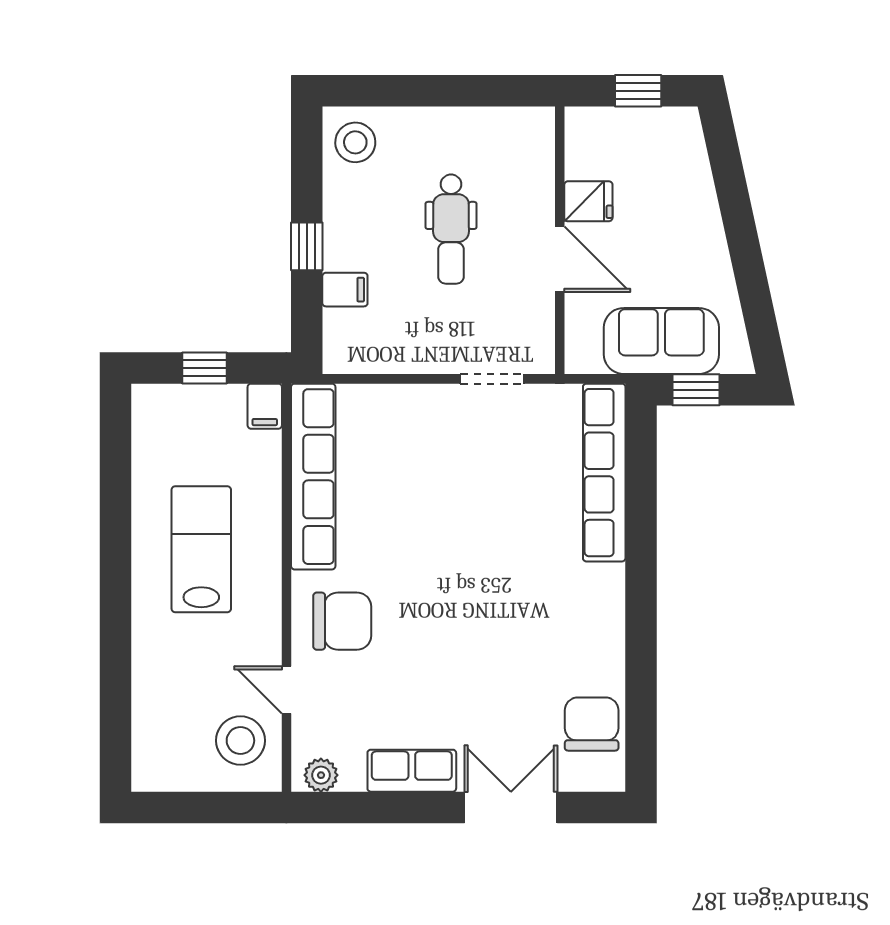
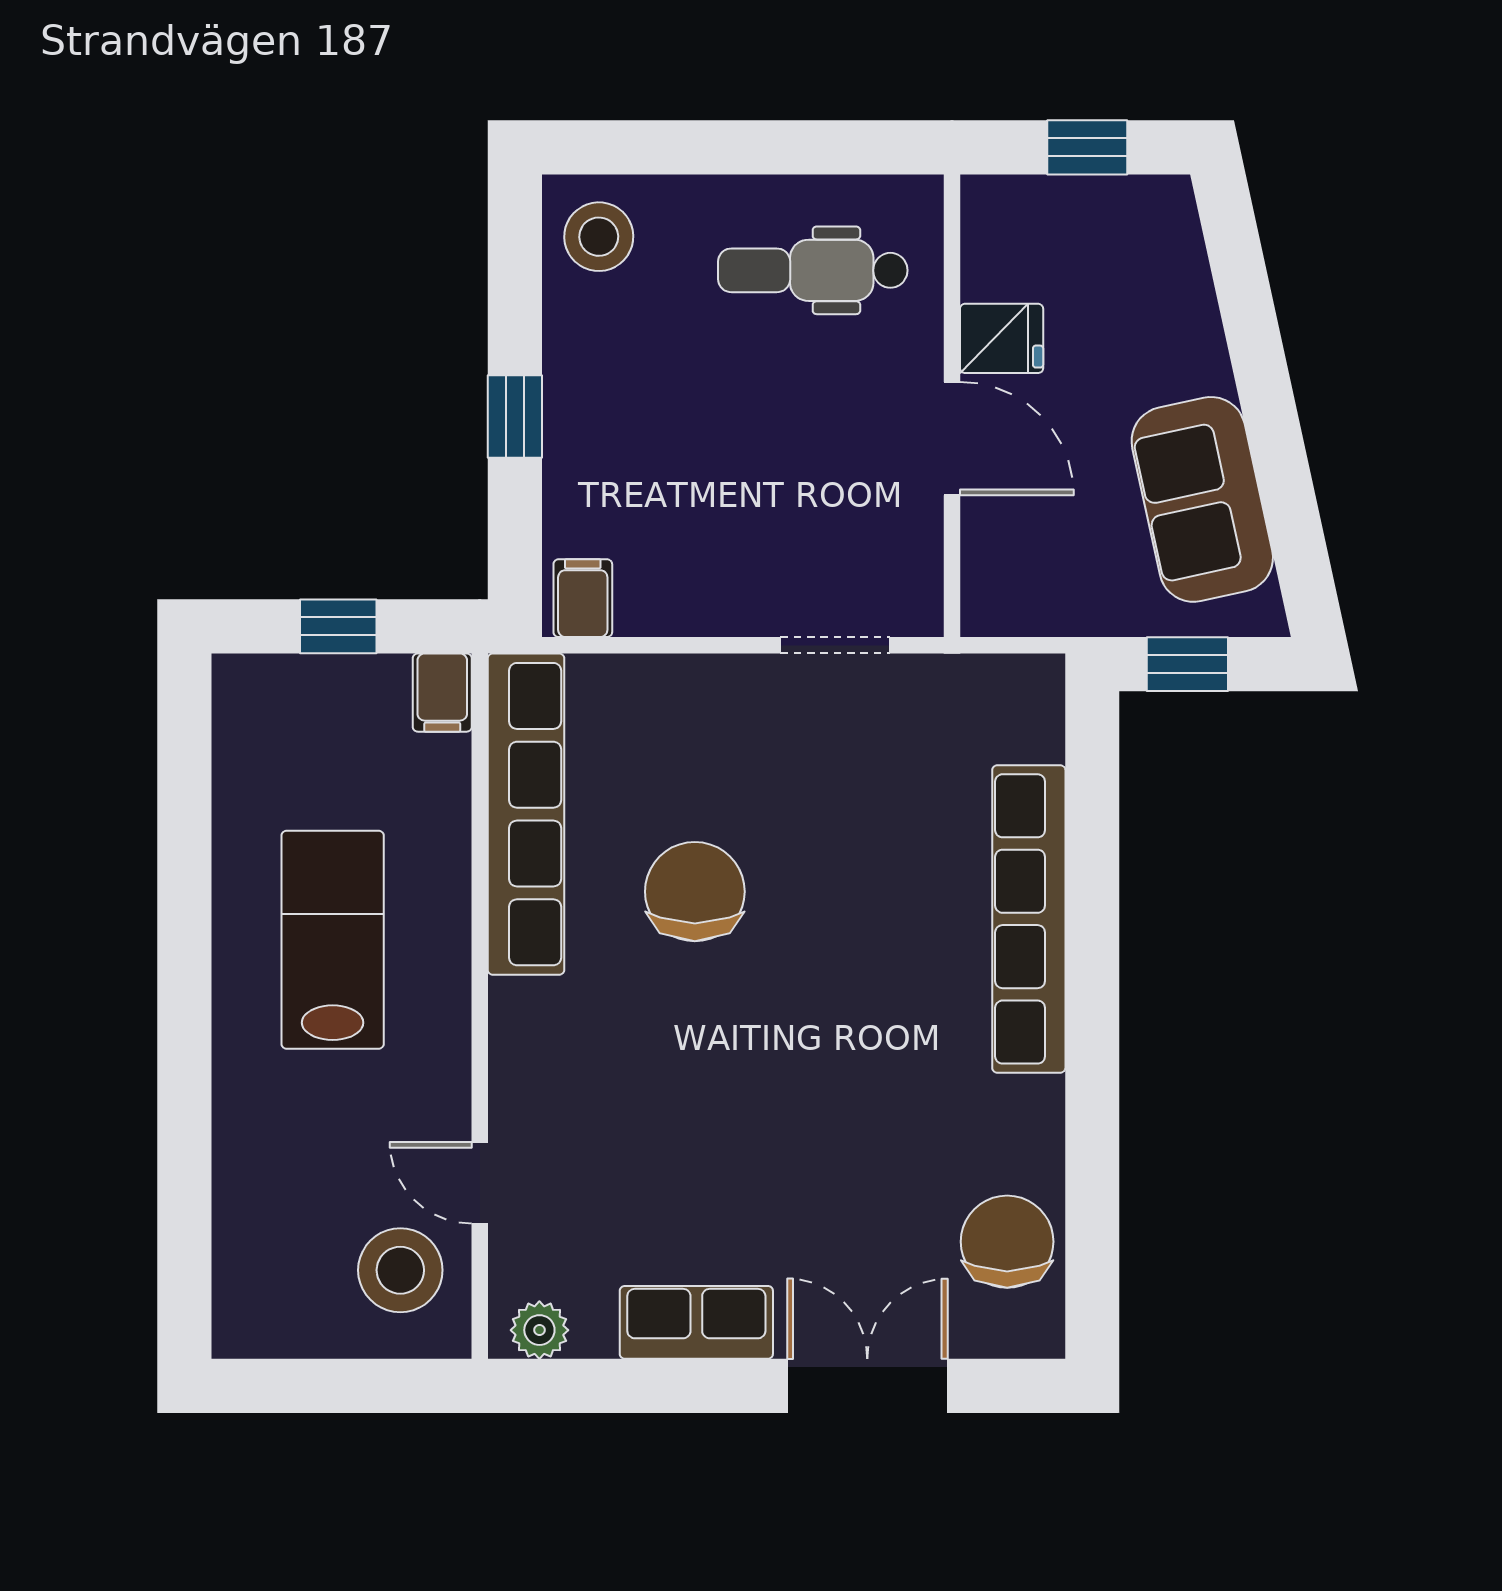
dental chair: (451, 229) -> (813, 270), moved, turned 90
filing cabinet: (345, 290) -> (583, 598), moved, turned -90
sofa: (661, 341) -> (1202, 499), moved, turned -102
row of seats: (604, 473) -> (1029, 919), moved
chair: (342, 621) -> (695, 892), moved, turned -90

